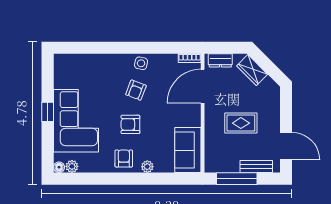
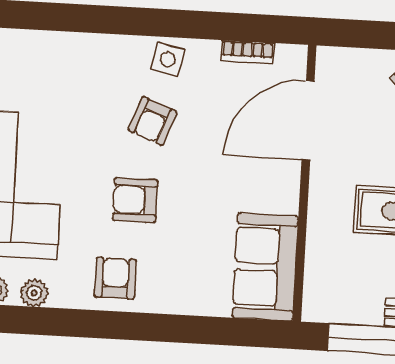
bookcase: (190, 58) -> (248, 52), moved
dresser: (220, 60) -> (352, 63), removed
plant: (147, 167) -> (34, 293), moved

